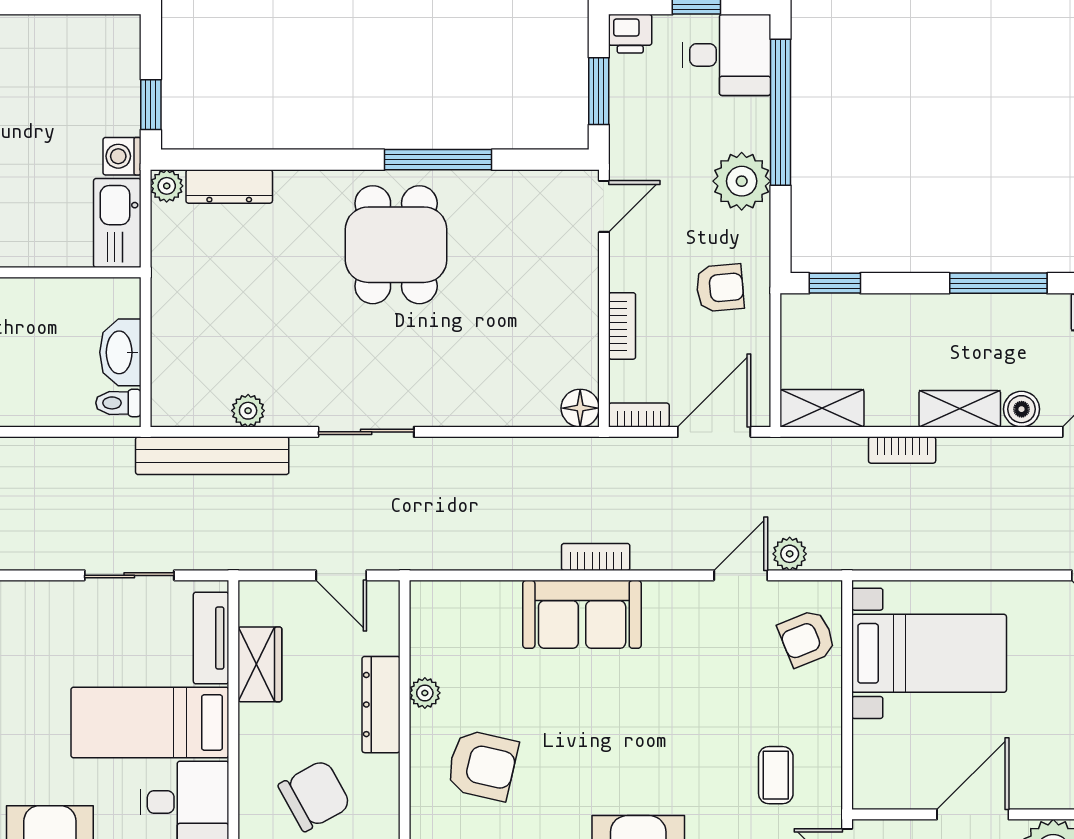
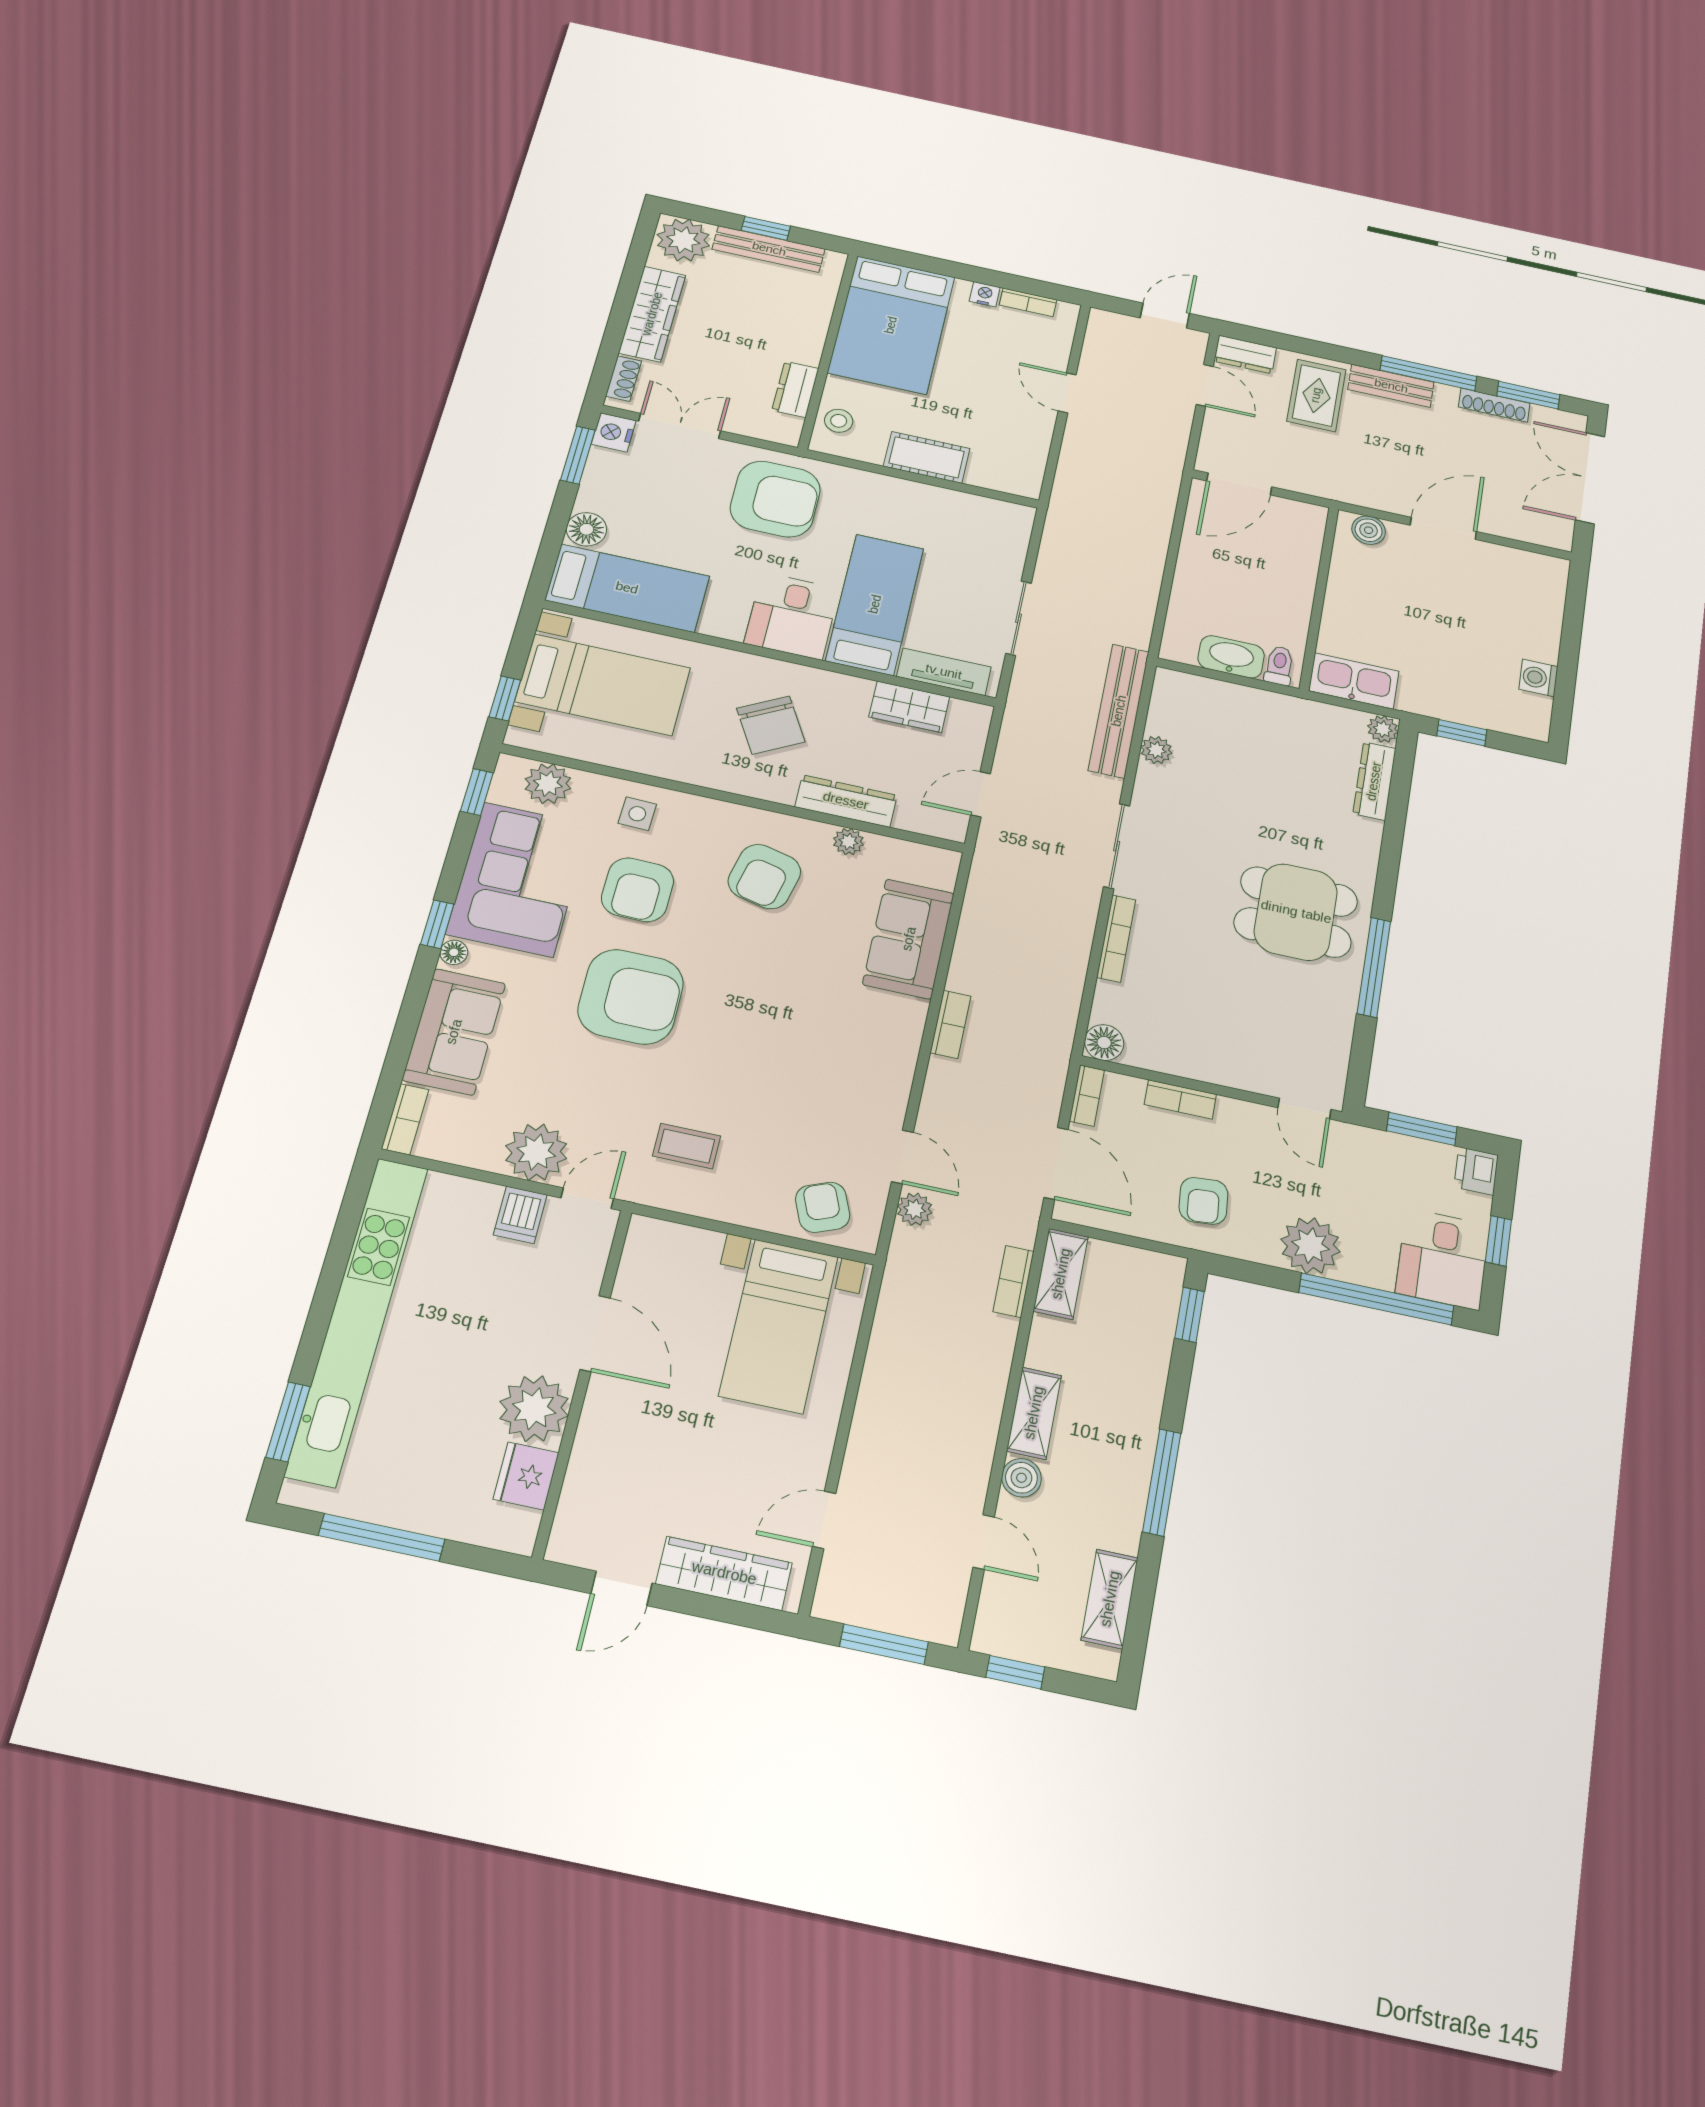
washing machine: (122, 156) -> (1538, 678), moved, turned -90
toilet: (118, 403) -> (1279, 666), moved
bookcase: (467, 415) -> (1116, 938), added
bookcase: (902, 450) -> (1014, 1282), moved
sofa: (582, 614) -> (909, 939), moved

